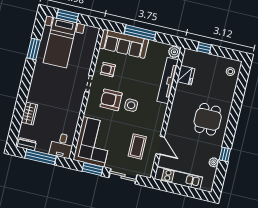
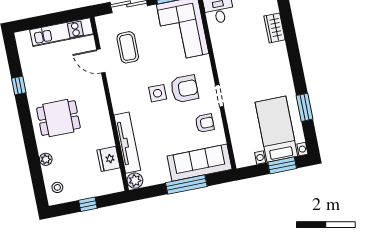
window: (204, 48) -> (88, 204), moved
dining table: (208, 119) -> (58, 118), turned 90
plant: (214, 162) -> (46, 159), moved

